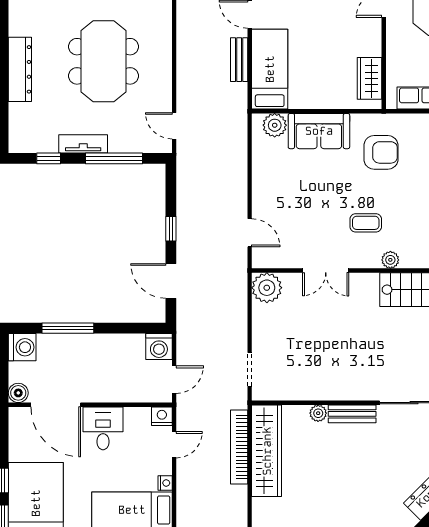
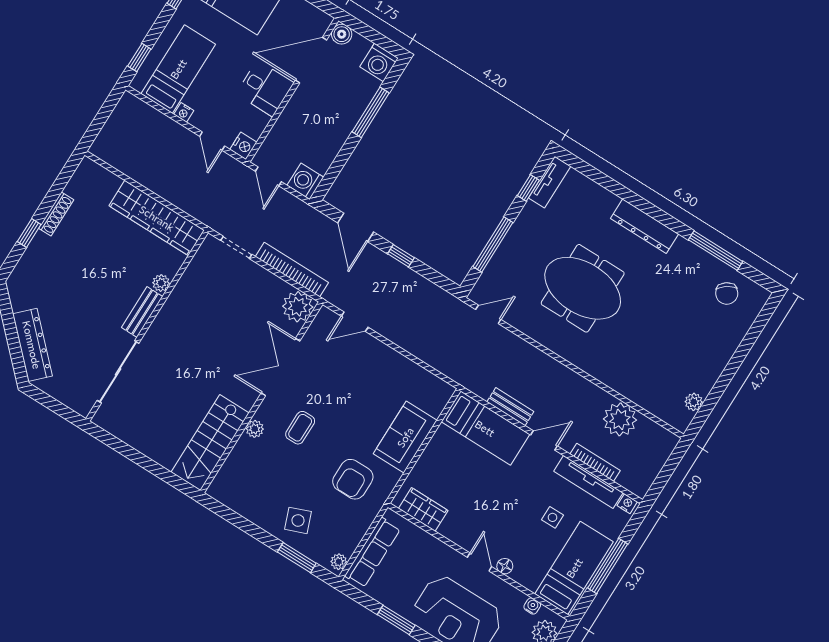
dresser: (20, 69) -> (644, 226), moved
plant: (275, 125) -> (434, 402), removed
tv unit: (83, 144) -> (550, 182), moved
double door: (326, 271) -> (281, 367), width x1.37
door: (171, 281) -> (356, 227), swing flipped
bookcase: (239, 447) -> (292, 270), moved

